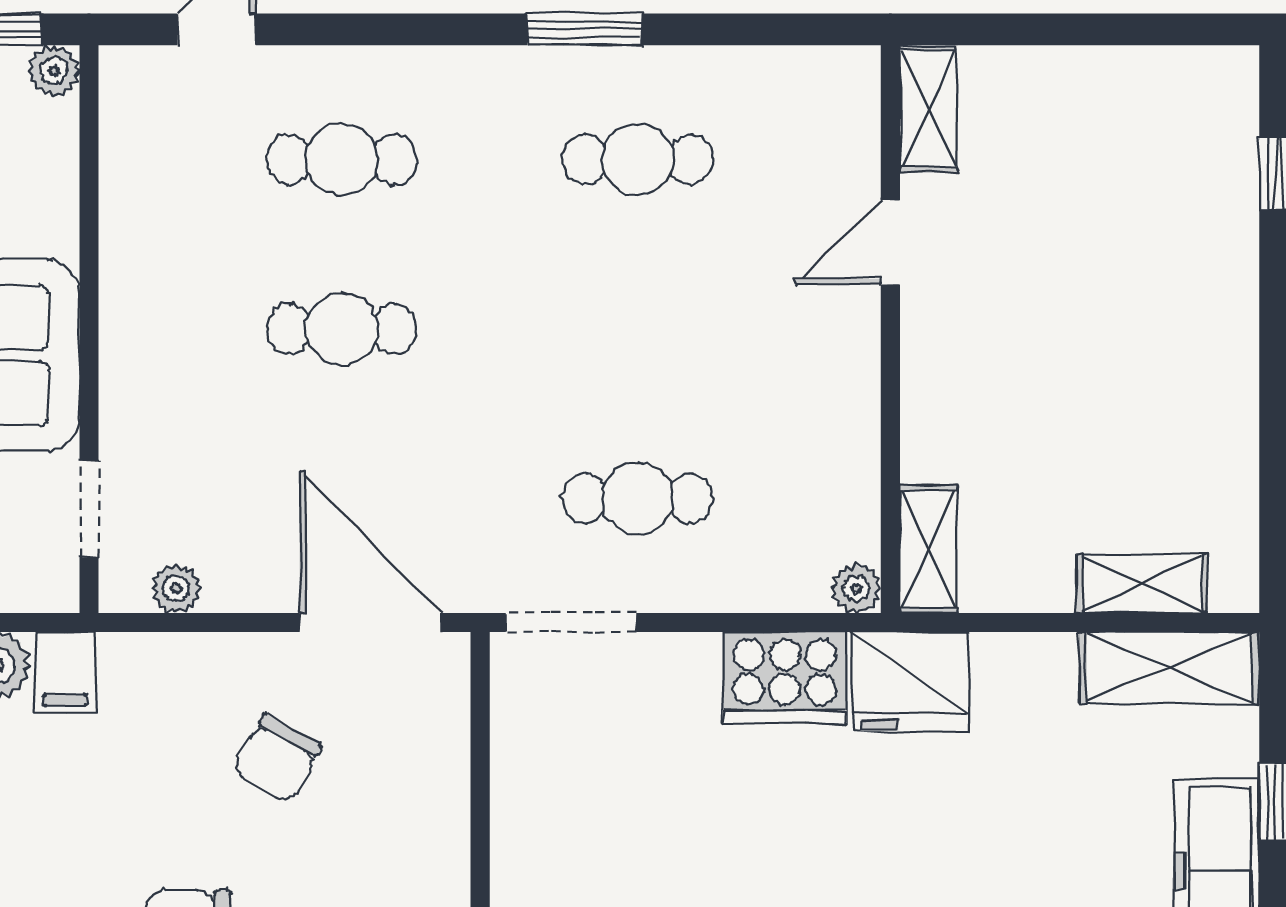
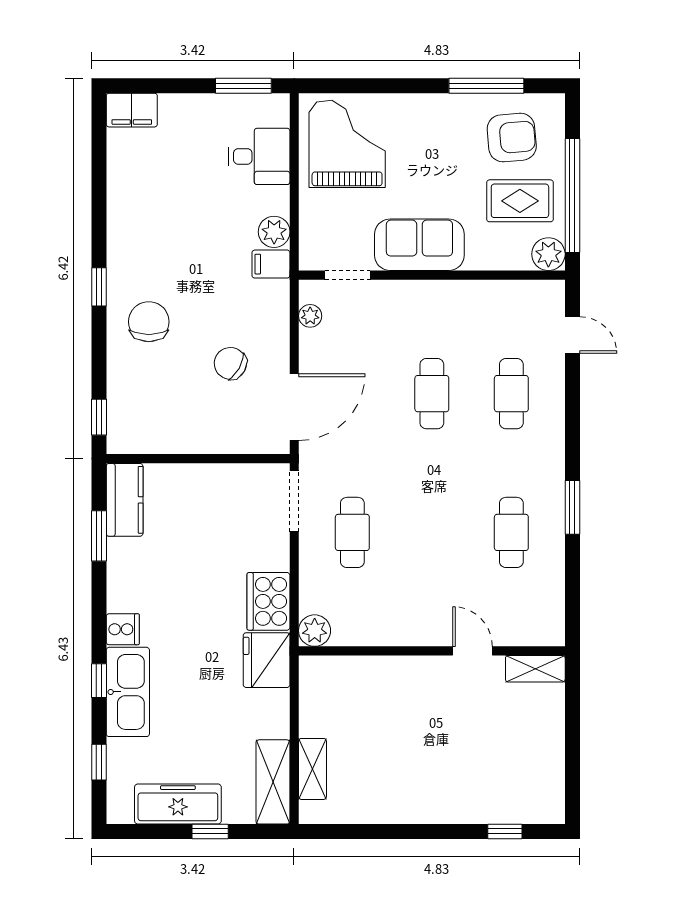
plant: (54, 71) -> (548, 254), width x1.38, depth x1.38
shelving: (929, 549) -> (329, 669), removed
plant: (856, 588) -> (315, 631), width x1.38, depth x1.38

